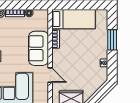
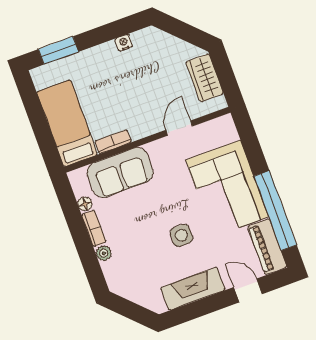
window: (112, 40) -> (58, 50), moved
sofa: (39, 48) -> (120, 172), moved

